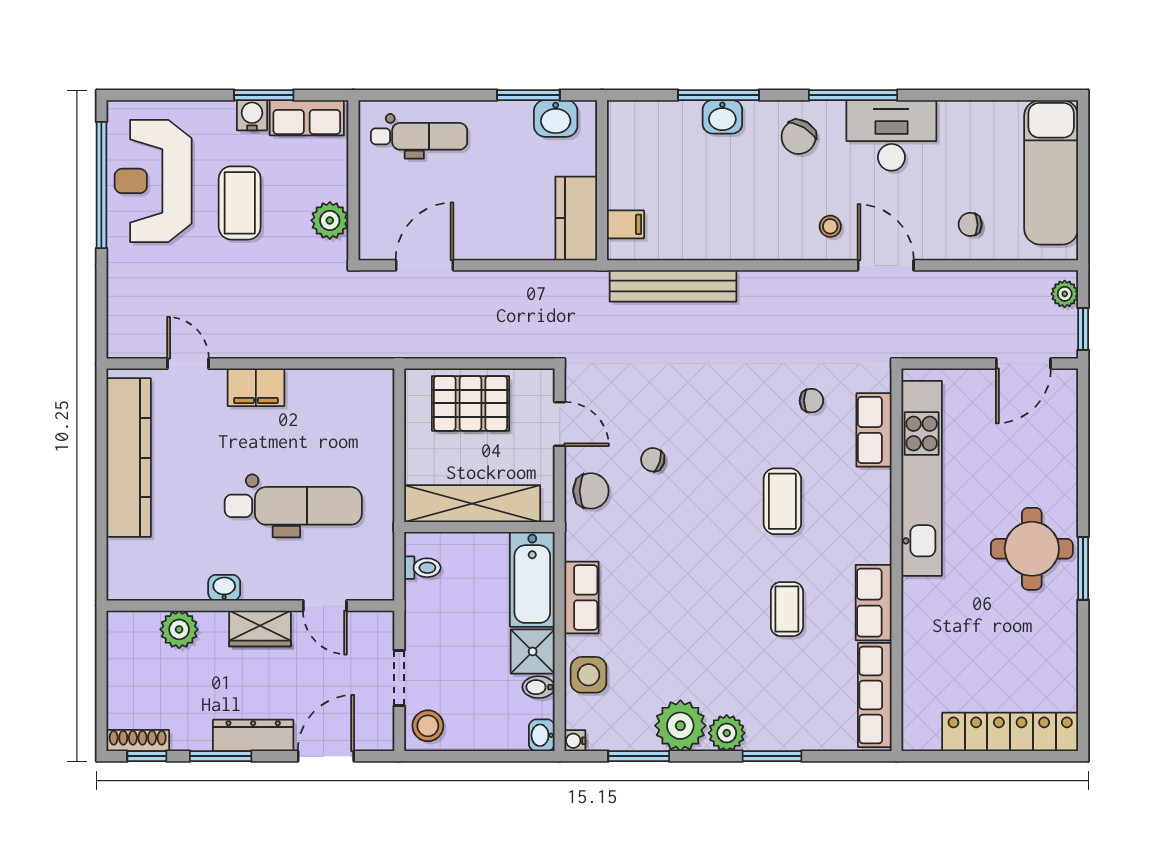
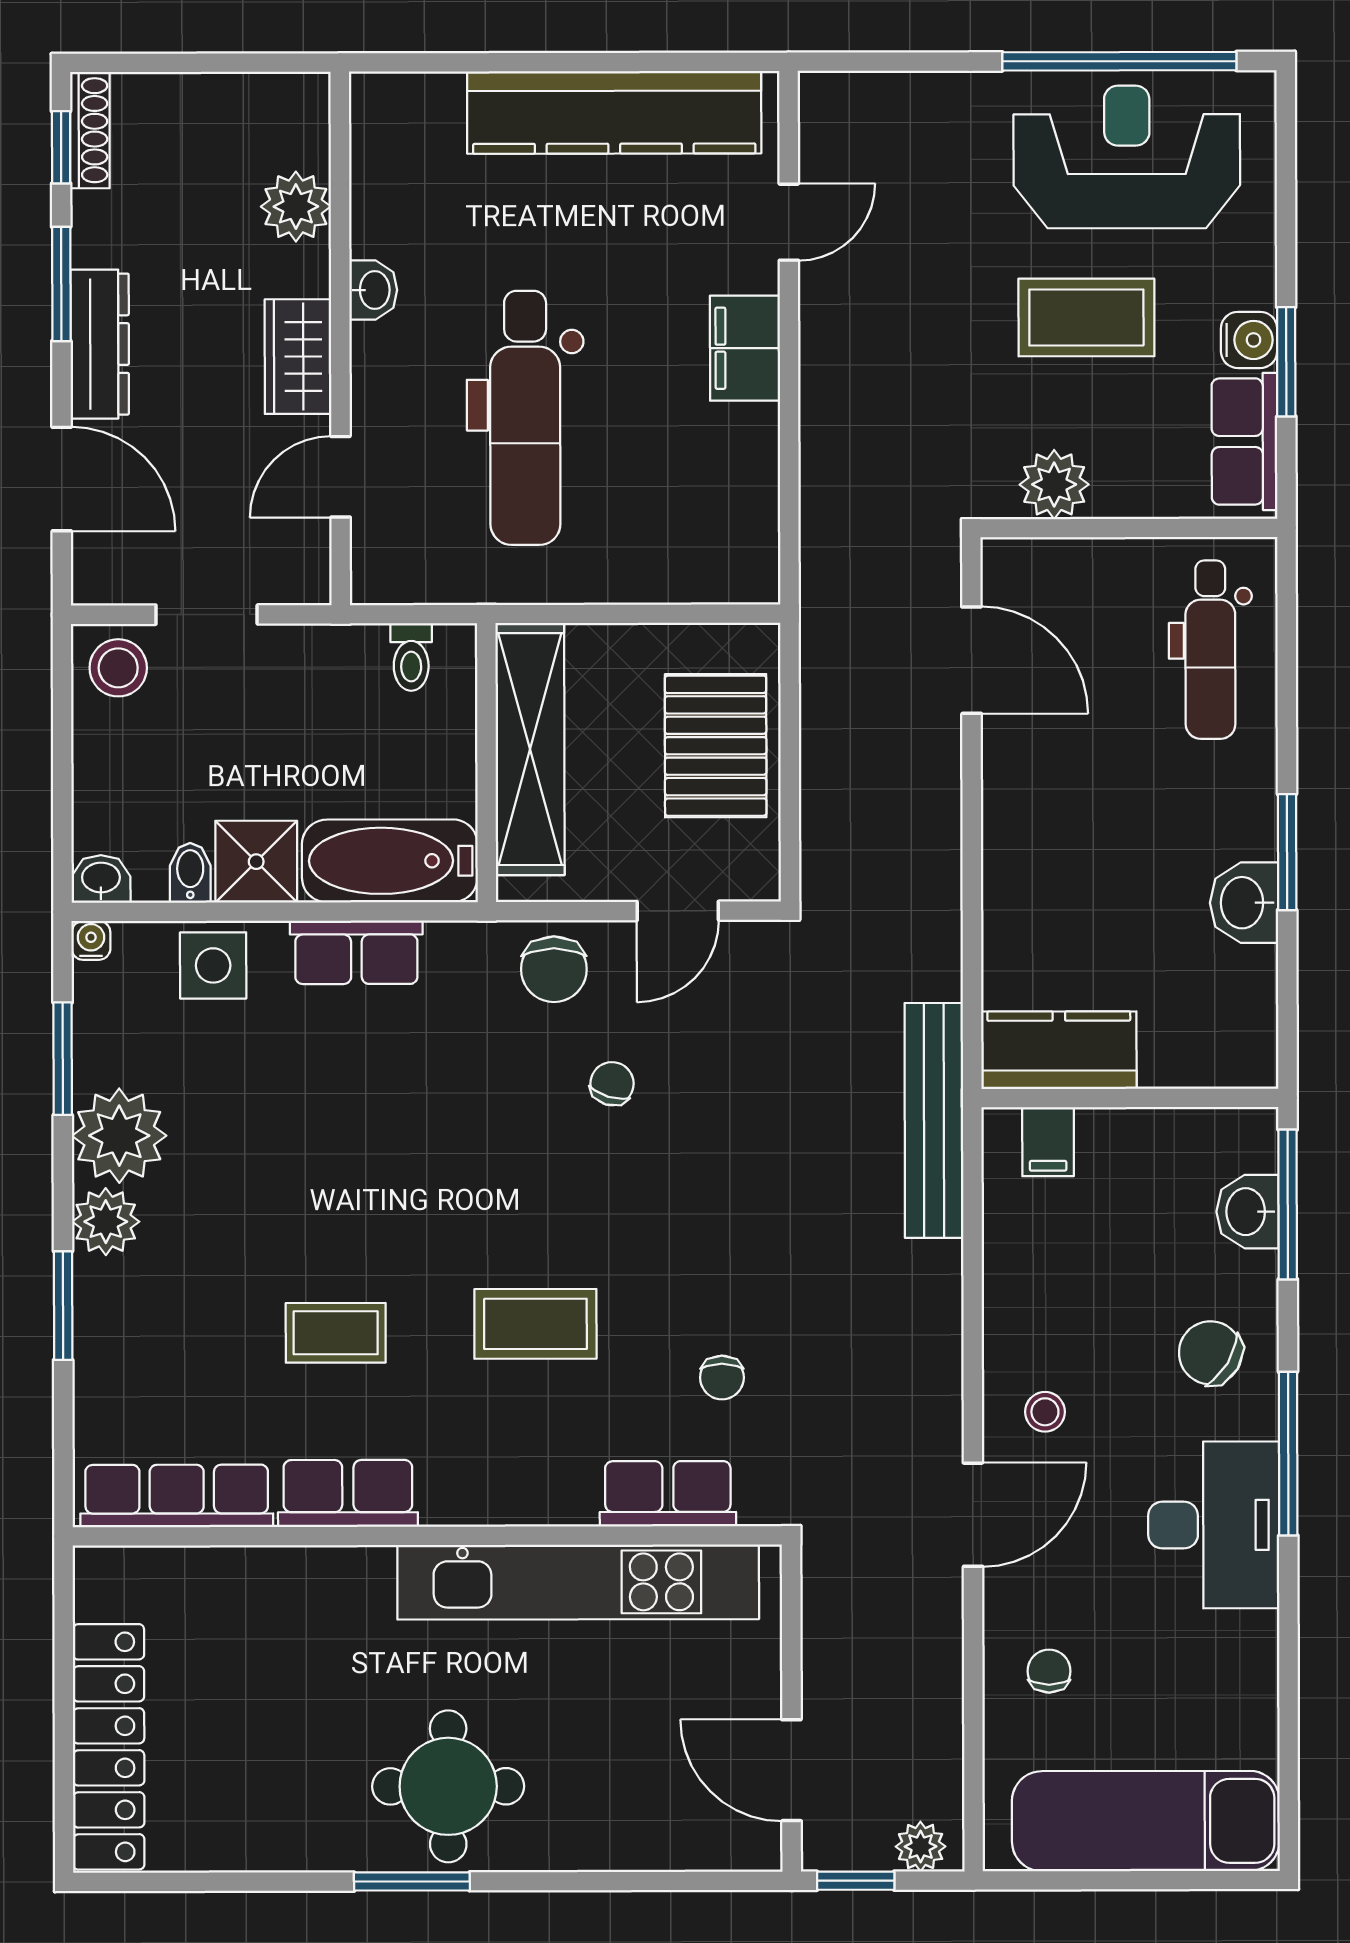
wall: (602, 180) -> (1130, 1098), moved
kitchen counter: (576, 218) -> (1059, 1050), moved
filing cabinet: (626, 224) -> (1048, 1142), moved

